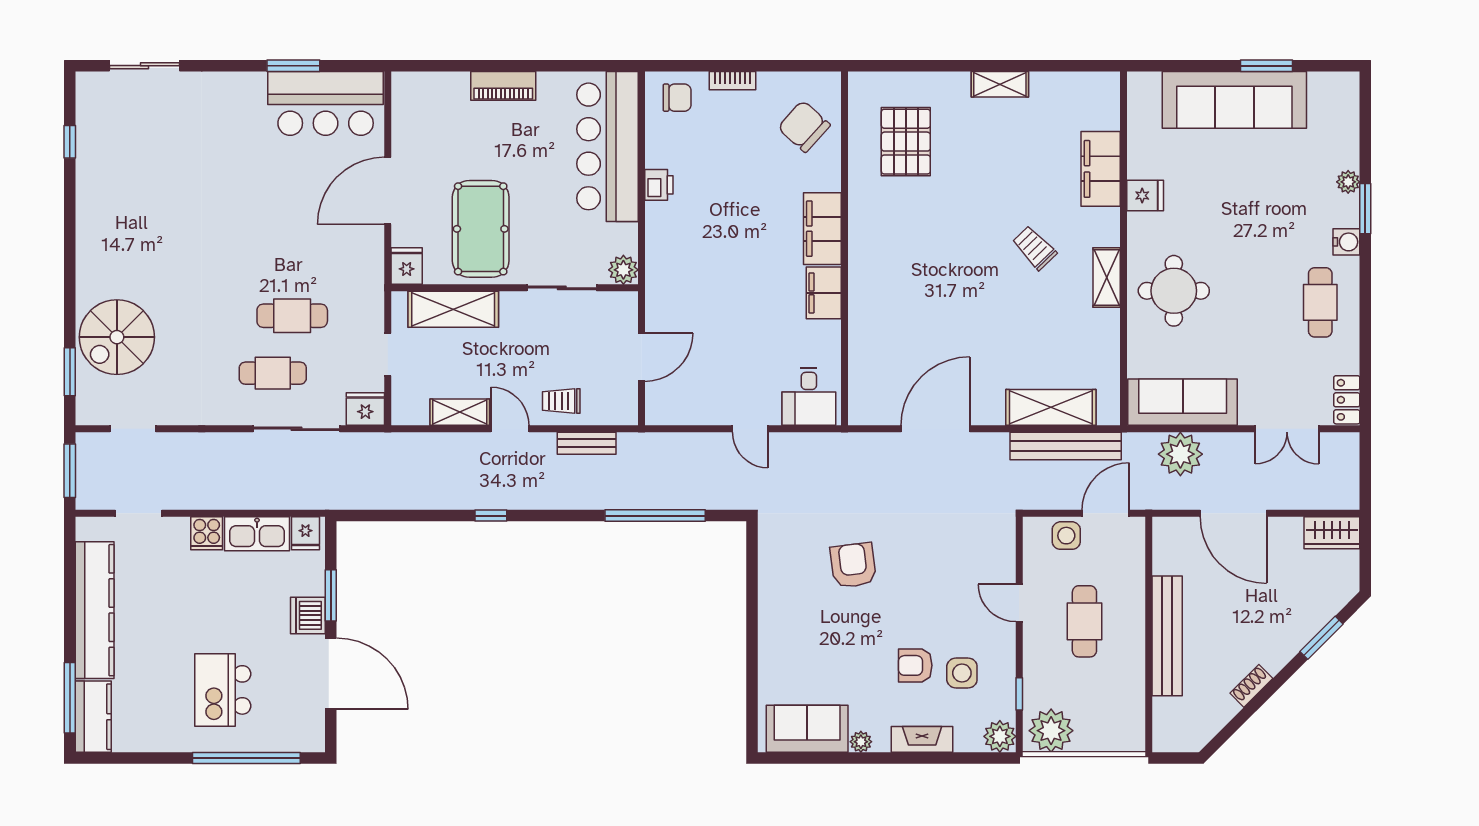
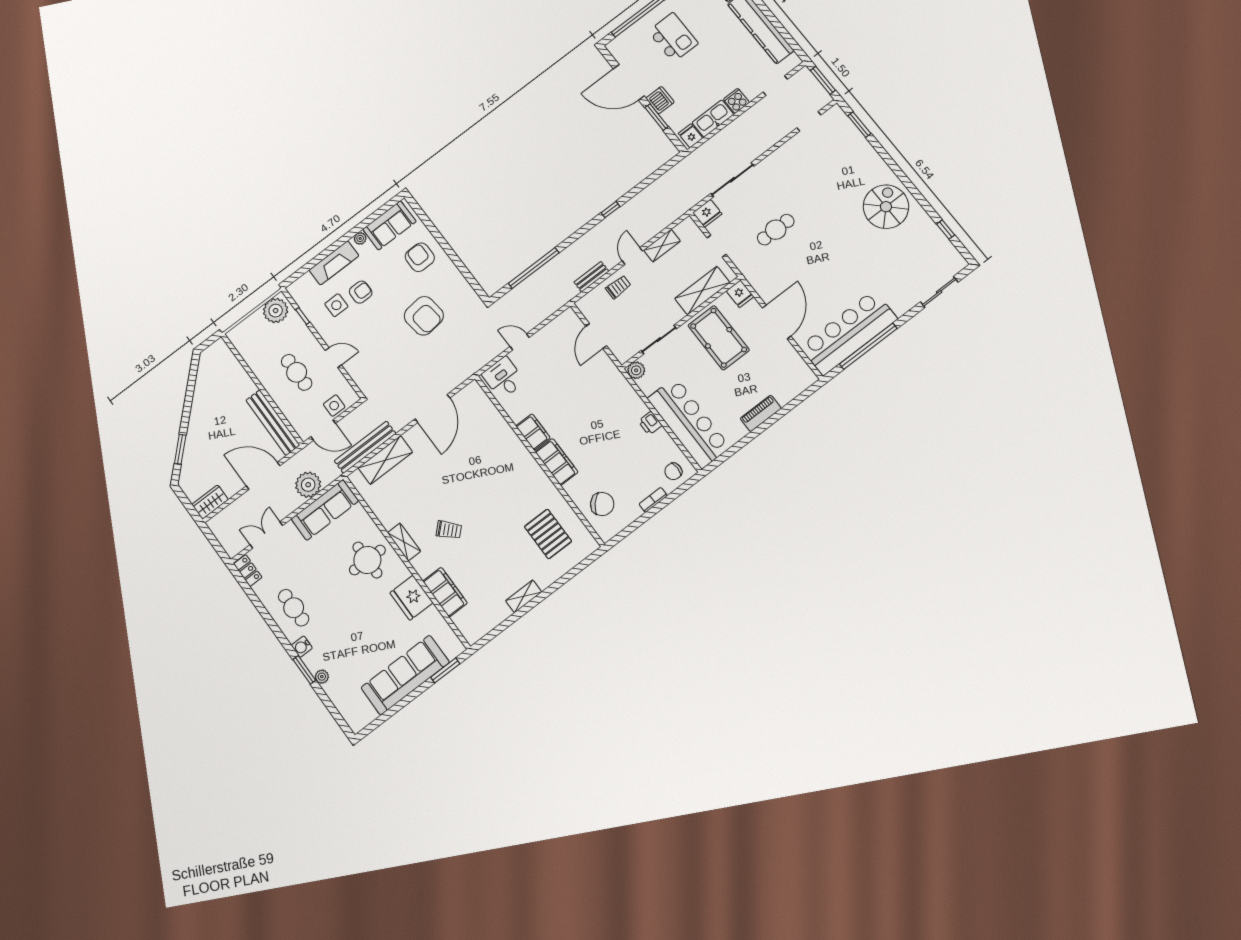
window: (293, 66) -> (868, 346), width x2.11
window: (1267, 66) -> (445, 670), moved
bar counter: (326, 103) -> (849, 333), width x1.36
fridge: (1145, 195) -> (411, 598), width x1.88, depth x1.34
spiral stairs: (117, 337) -> (886, 207), moved
cafe table: (273, 373) -> (764, 196), removed
door: (510, 429) -> (632, 256), swing flipped
door: (1106, 513) -> (323, 430), hinge flipped
armchair: (853, 565) -> (424, 316), width x1.36, depth x1.36
bench: (1167, 636) -> (273, 423), moved
armchair: (798, 651) -> (420, 257), added
shoe rack: (1251, 686) -> (197, 402), removed
plant: (1000, 736) -> (297, 290), removed
fireplace: (922, 739) -> (334, 263), width x1.37, depth x1.32

